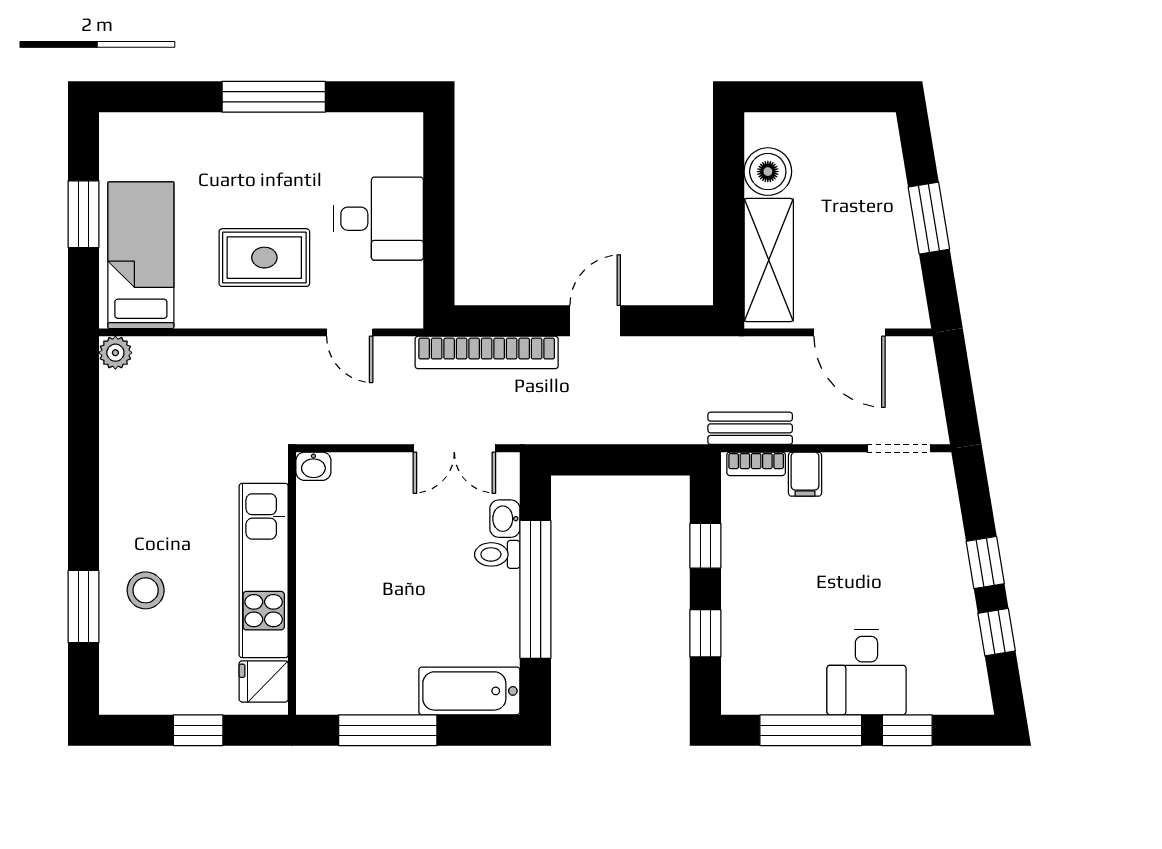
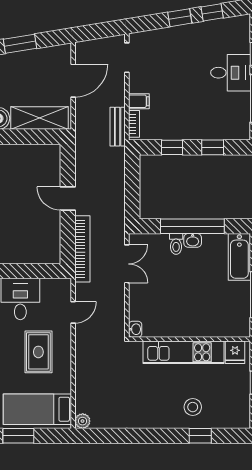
washbasin: (505, 519) -> (193, 240), moved
window: (84, 607) -> (200, 436), width x0.67

